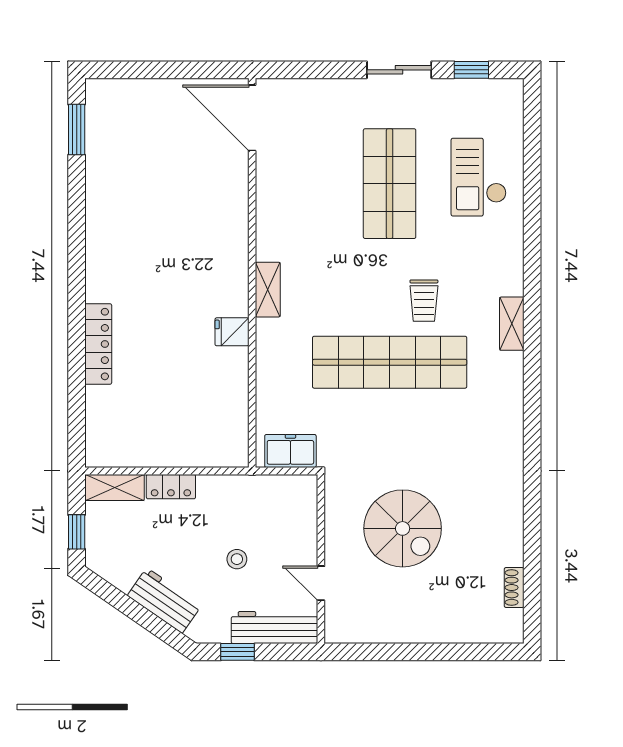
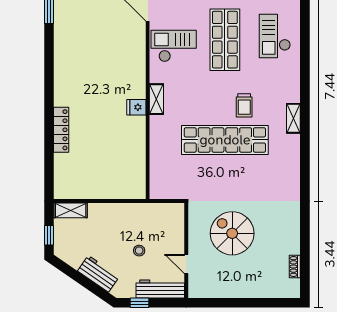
checkout: (298, 195) -> (174, 46), added
fridge: (232, 332) -> (136, 107), moved
freezer: (290, 451) -> (169, 190), removed
locker: (171, 487) -> (102, 210), removed
spiral stairs: (403, 528) -> (232, 233), turned 180

